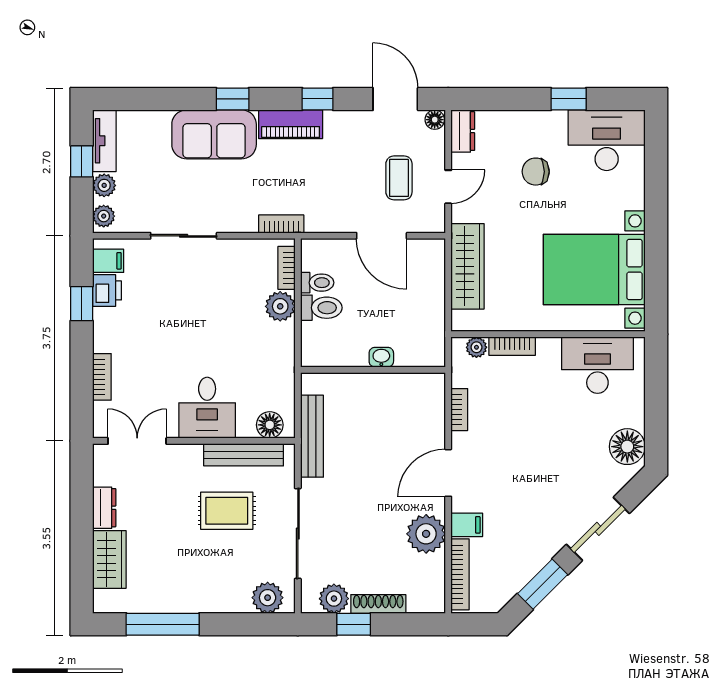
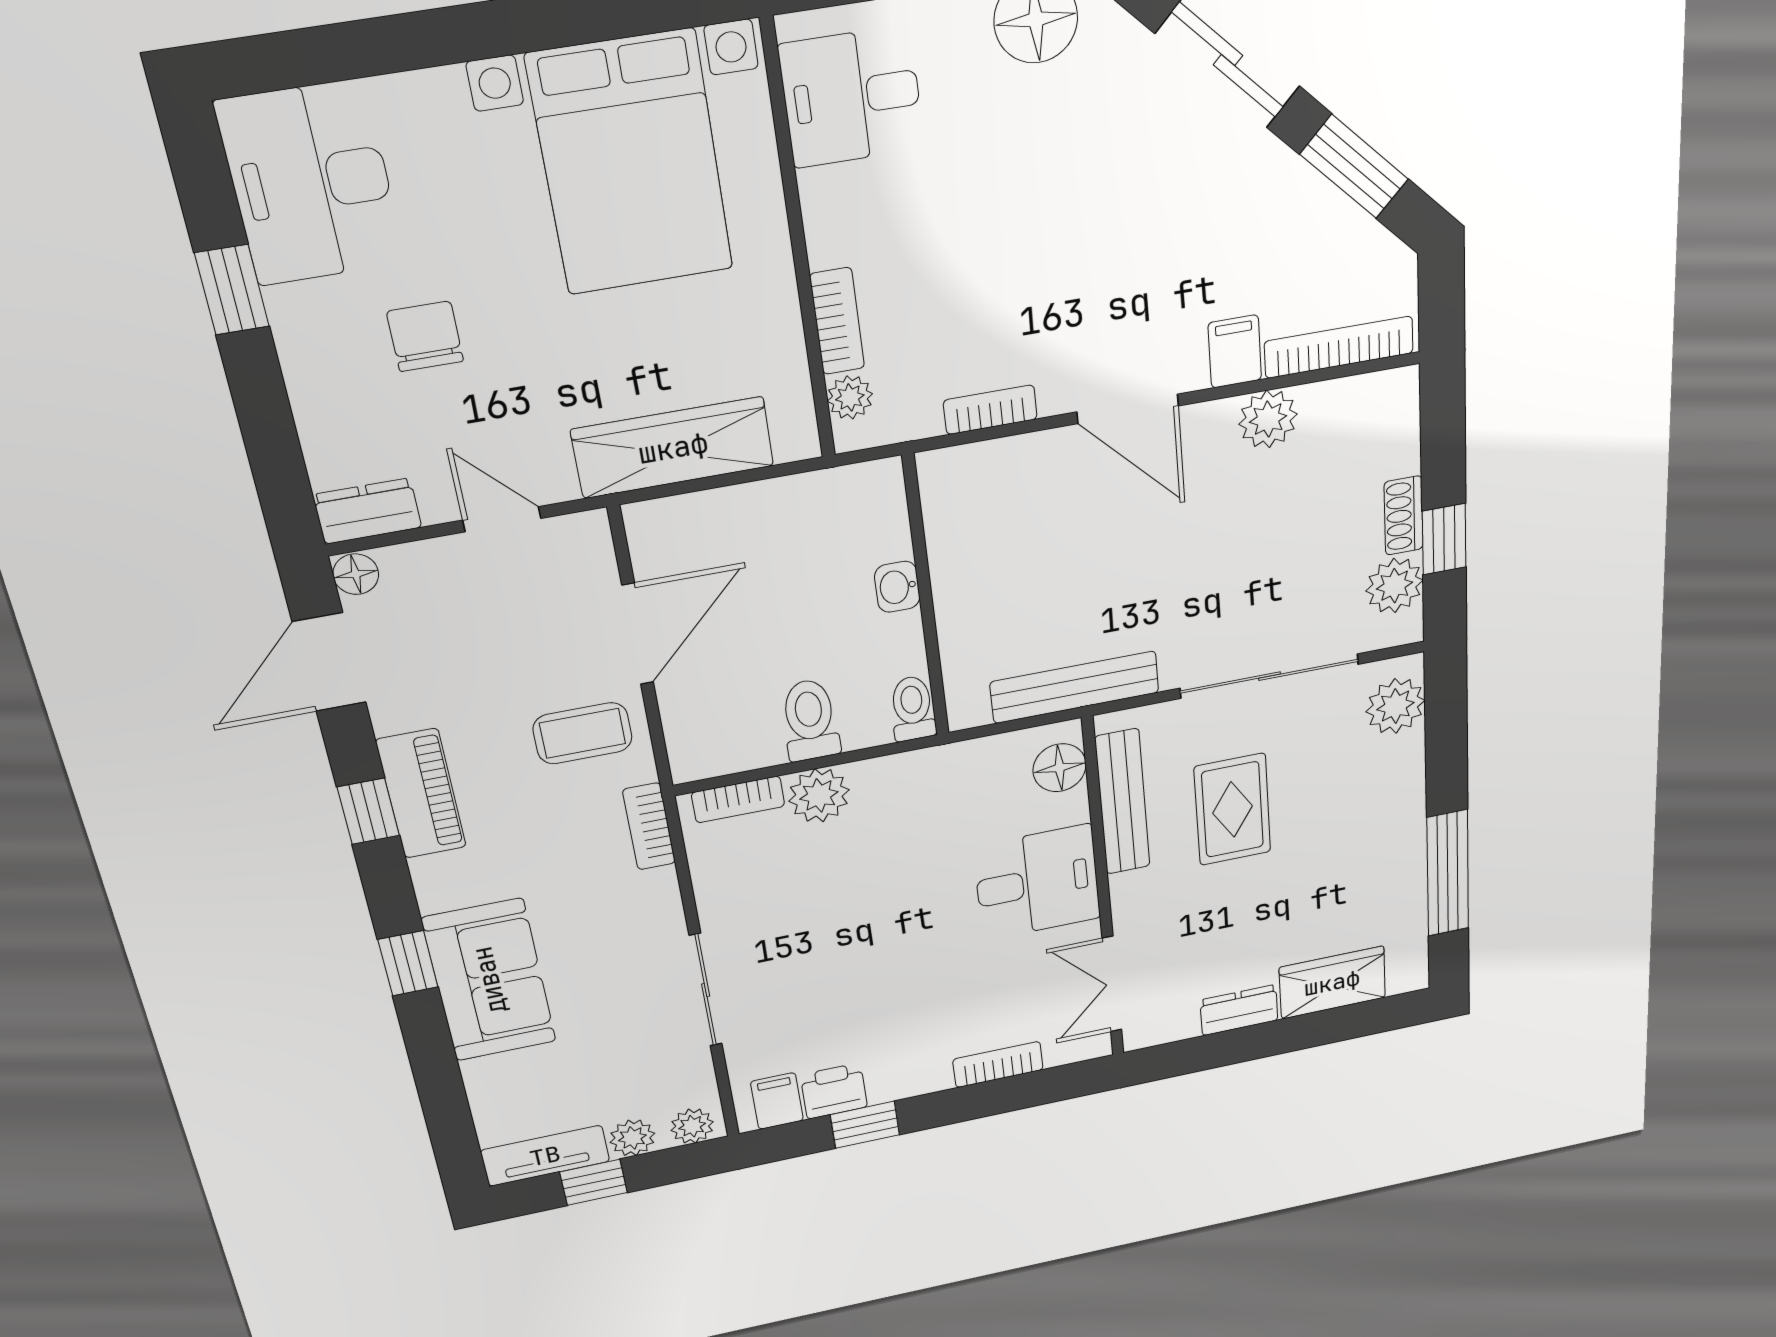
piano: (291, 124) -> (421, 794), moved
chair: (536, 172) -> (425, 336), turned 180
coffee table: (399, 178) -> (583, 733), moved
toilet: (317, 283) -> (913, 708), moved
desk: (597, 365) -> (852, 97), width x0.73
plant: (426, 534) -> (1268, 419), width x0.73, depth x0.73
shoe rack: (378, 604) -> (1404, 516), width x0.70

